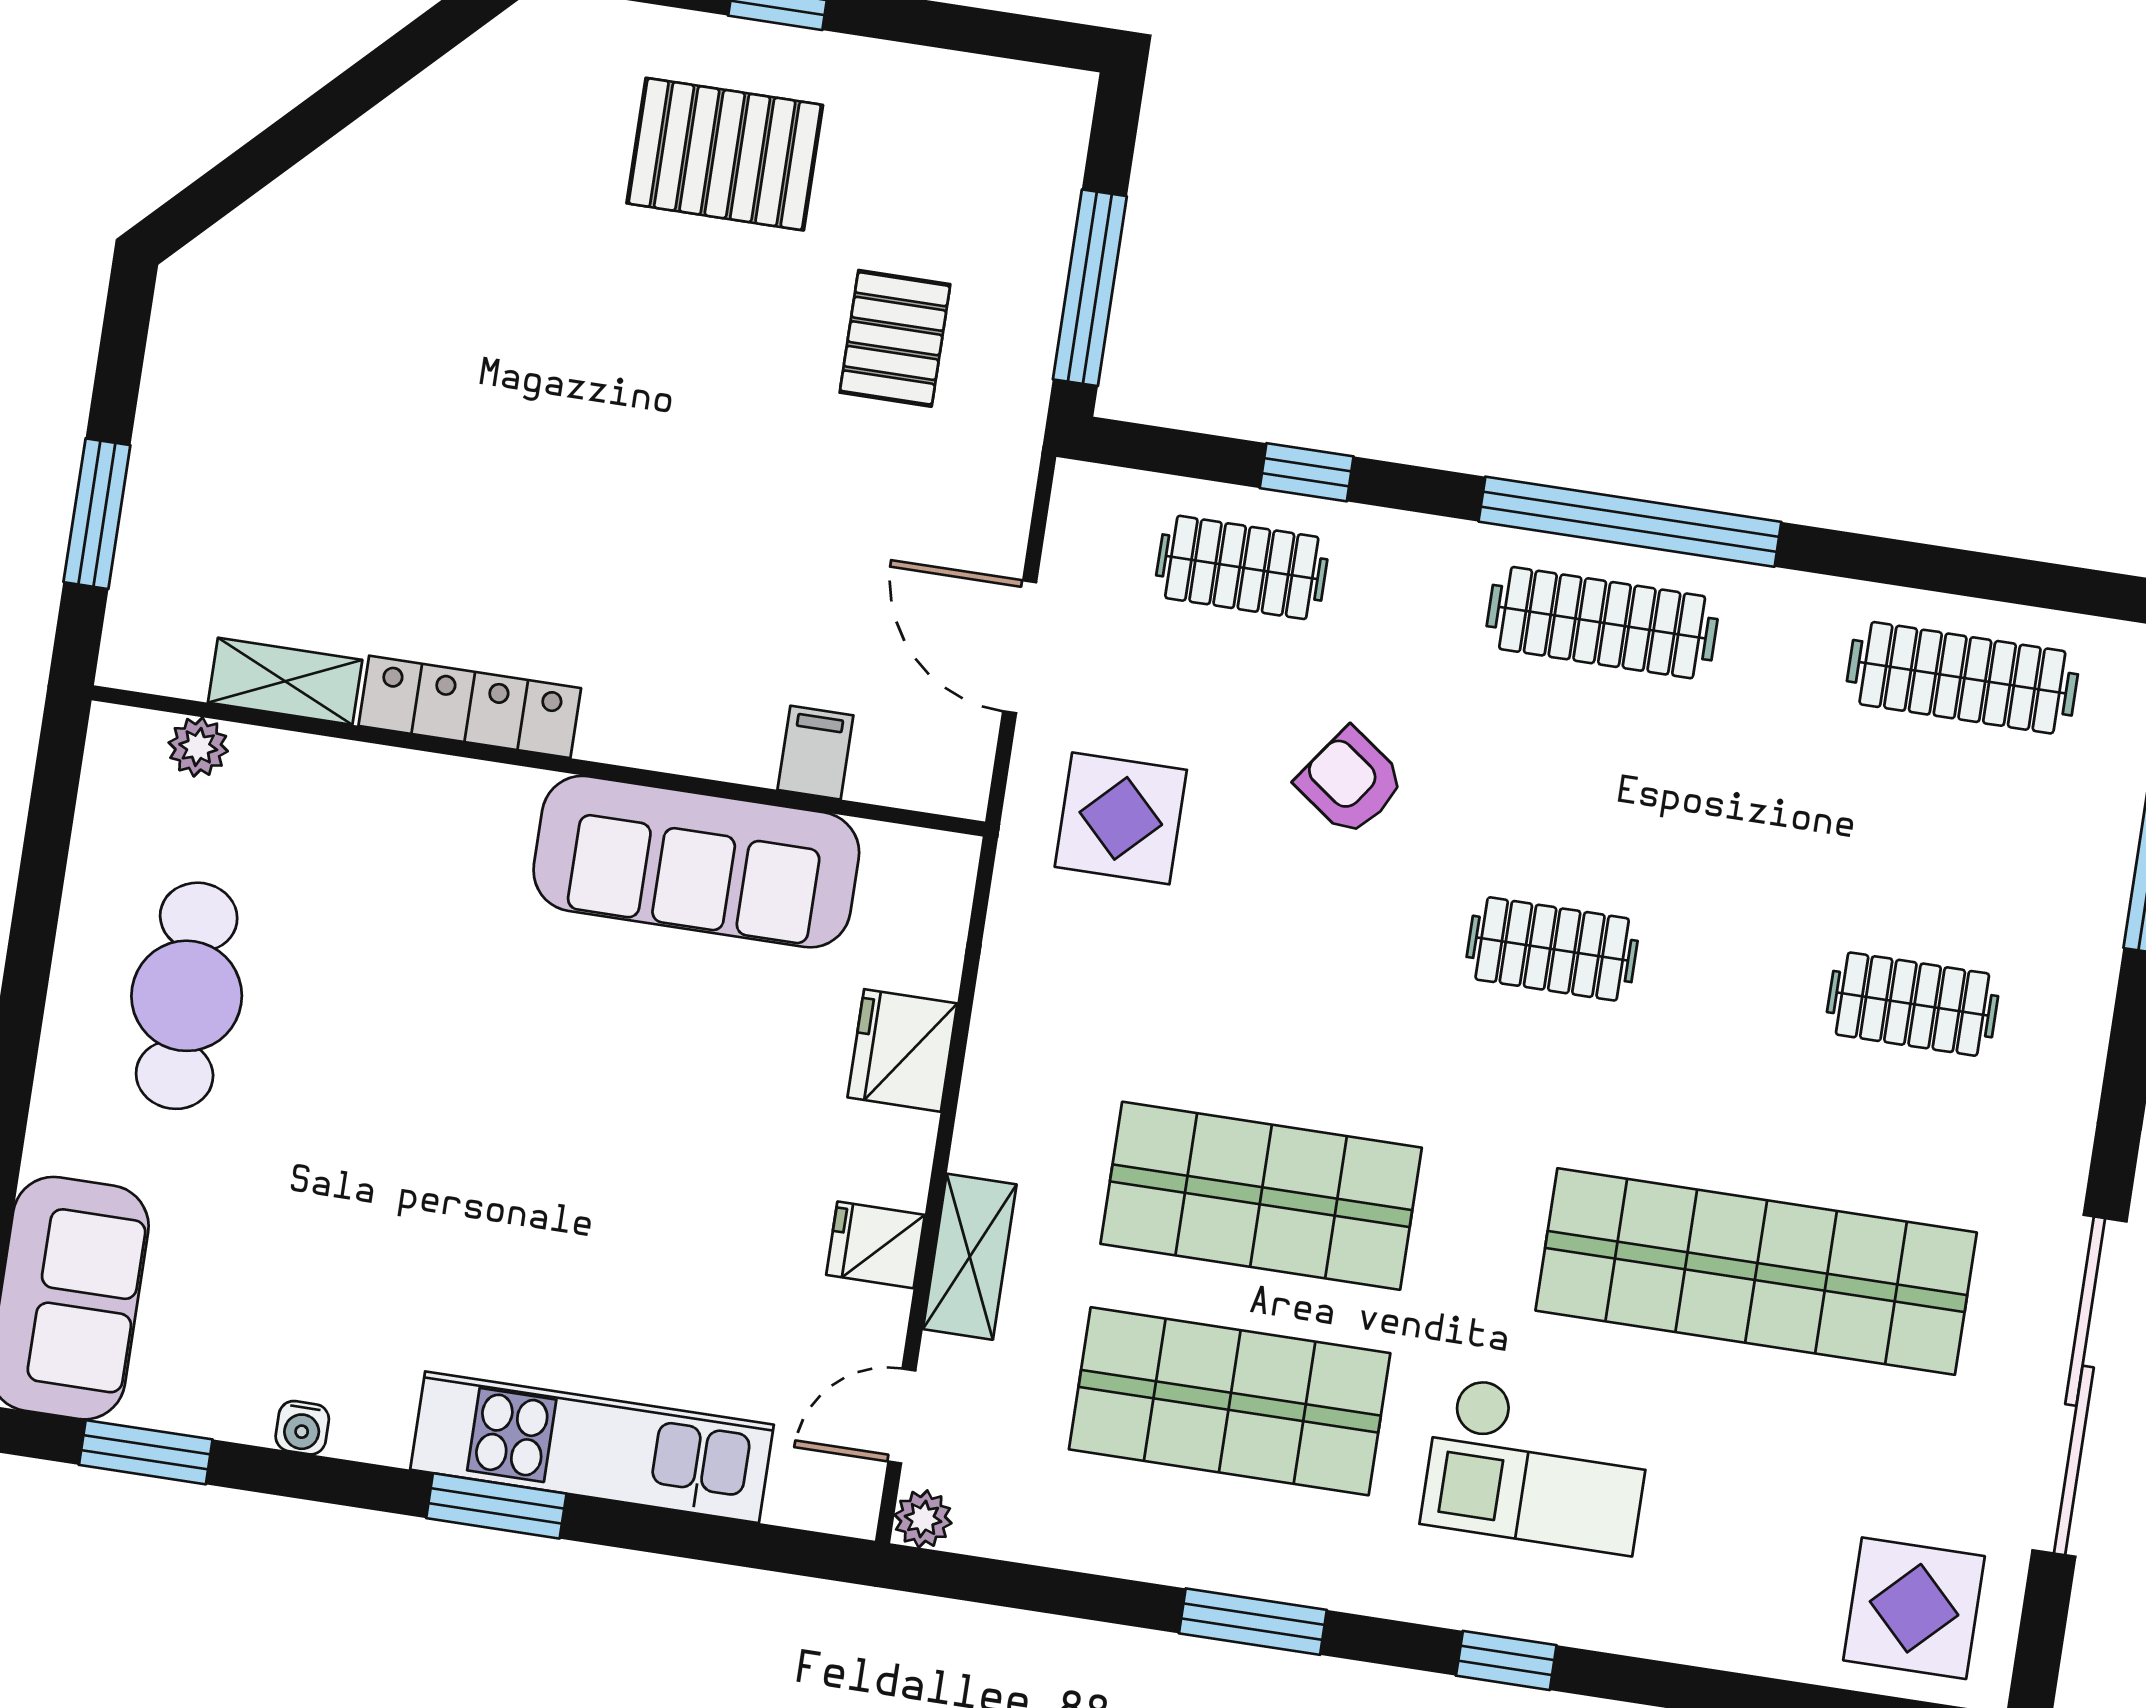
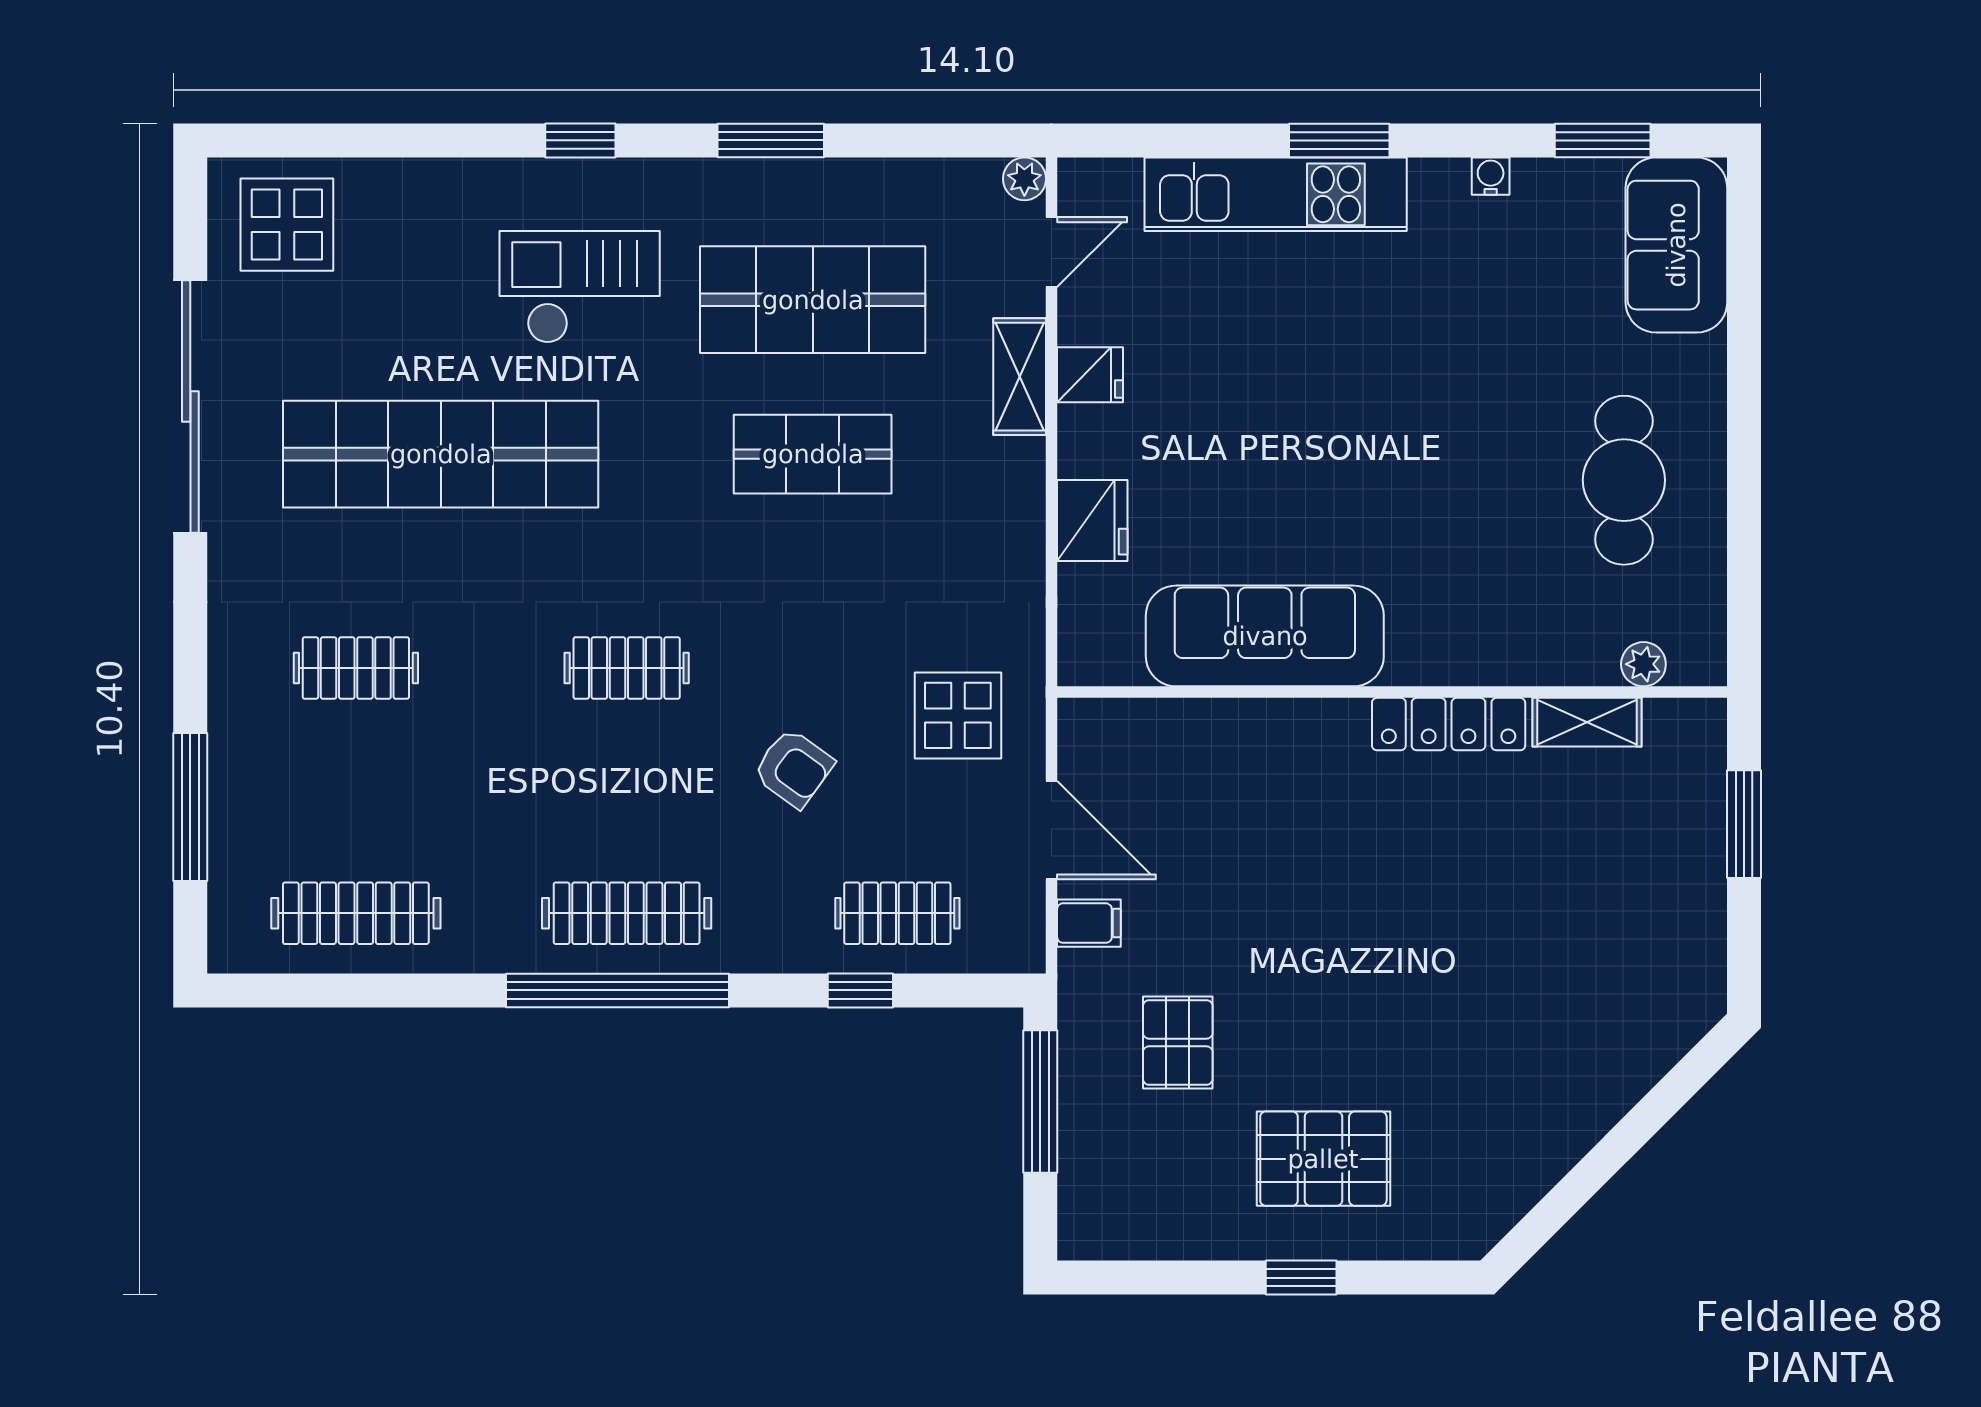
filing cabinet: (815, 753) -> (1089, 923), moved, turned -90
shop shelf: (1261, 1196) -> (813, 454), width x0.70, depth x0.74

